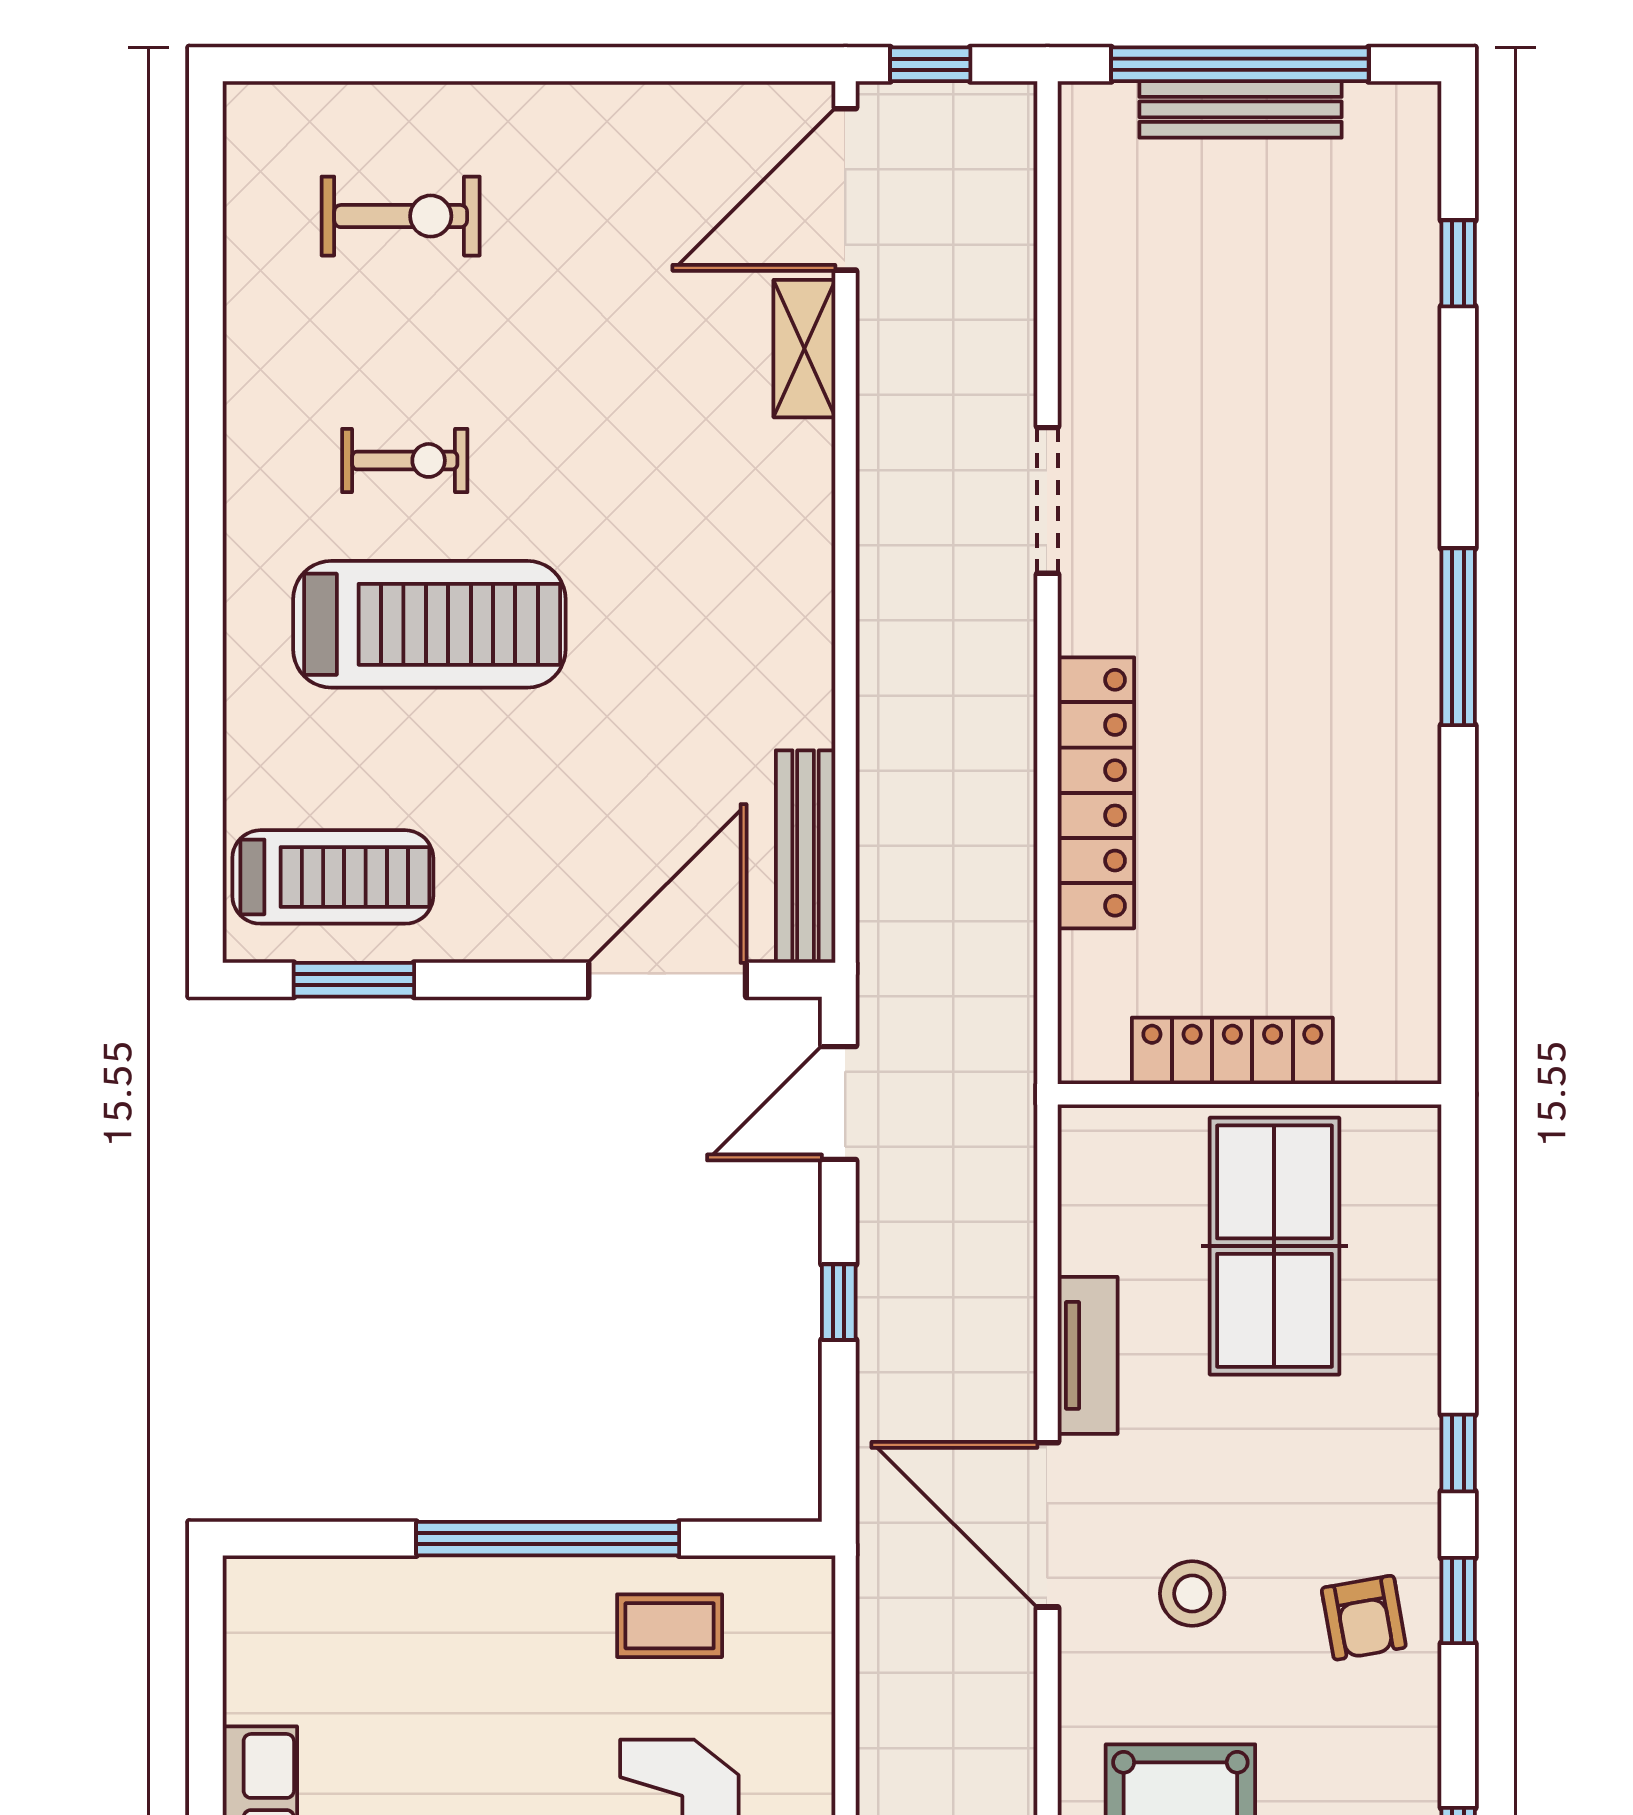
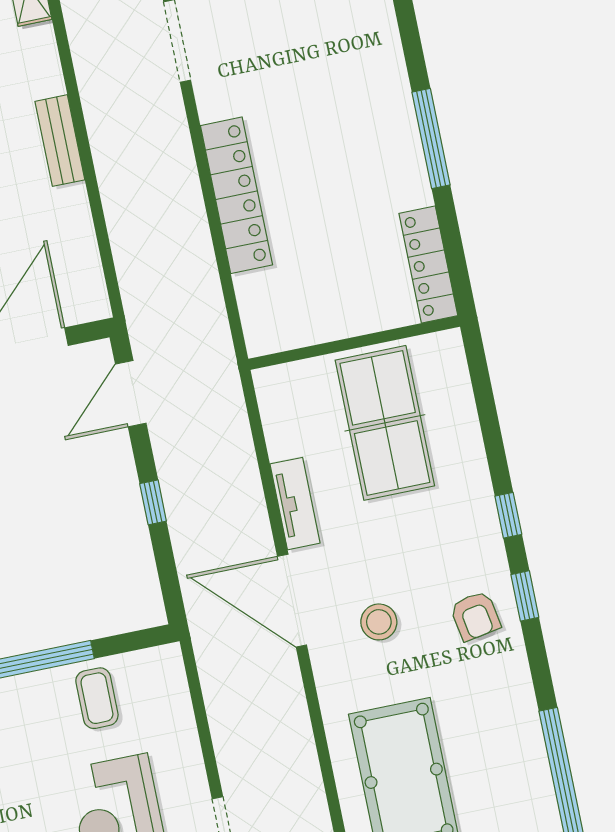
window: (1458, 637) -> (431, 139), moved
bench: (806, 857) -> (60, 141), moved, width x0.73
locker: (1232, 1051) -> (428, 265), moved, turned -90
coffee table: (670, 1626) -> (97, 698), turned 90

